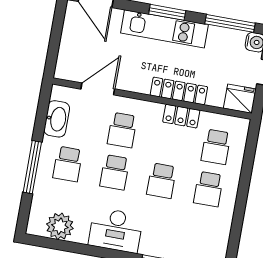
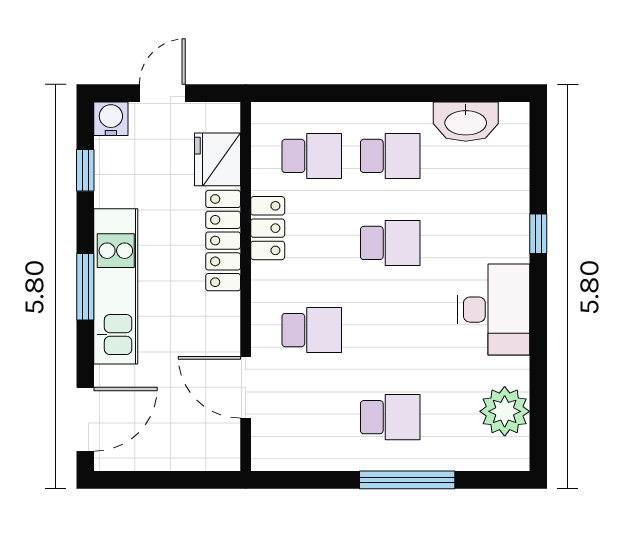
window: (230, 23) -> (85, 170), width x0.46
fridge: (240, 99) -> (218, 159), moved
washbasin: (57, 119) -> (466, 122), moved, turned 180
school desk: (115, 172) -> (390, 330), removed

